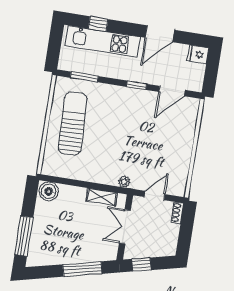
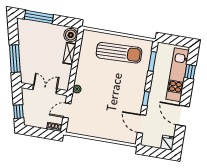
door: (154, 196) -> (67, 111), swing flipped
shelving: (101, 197) -> (70, 53), moved
window: (141, 264) -> (18, 112), moved

